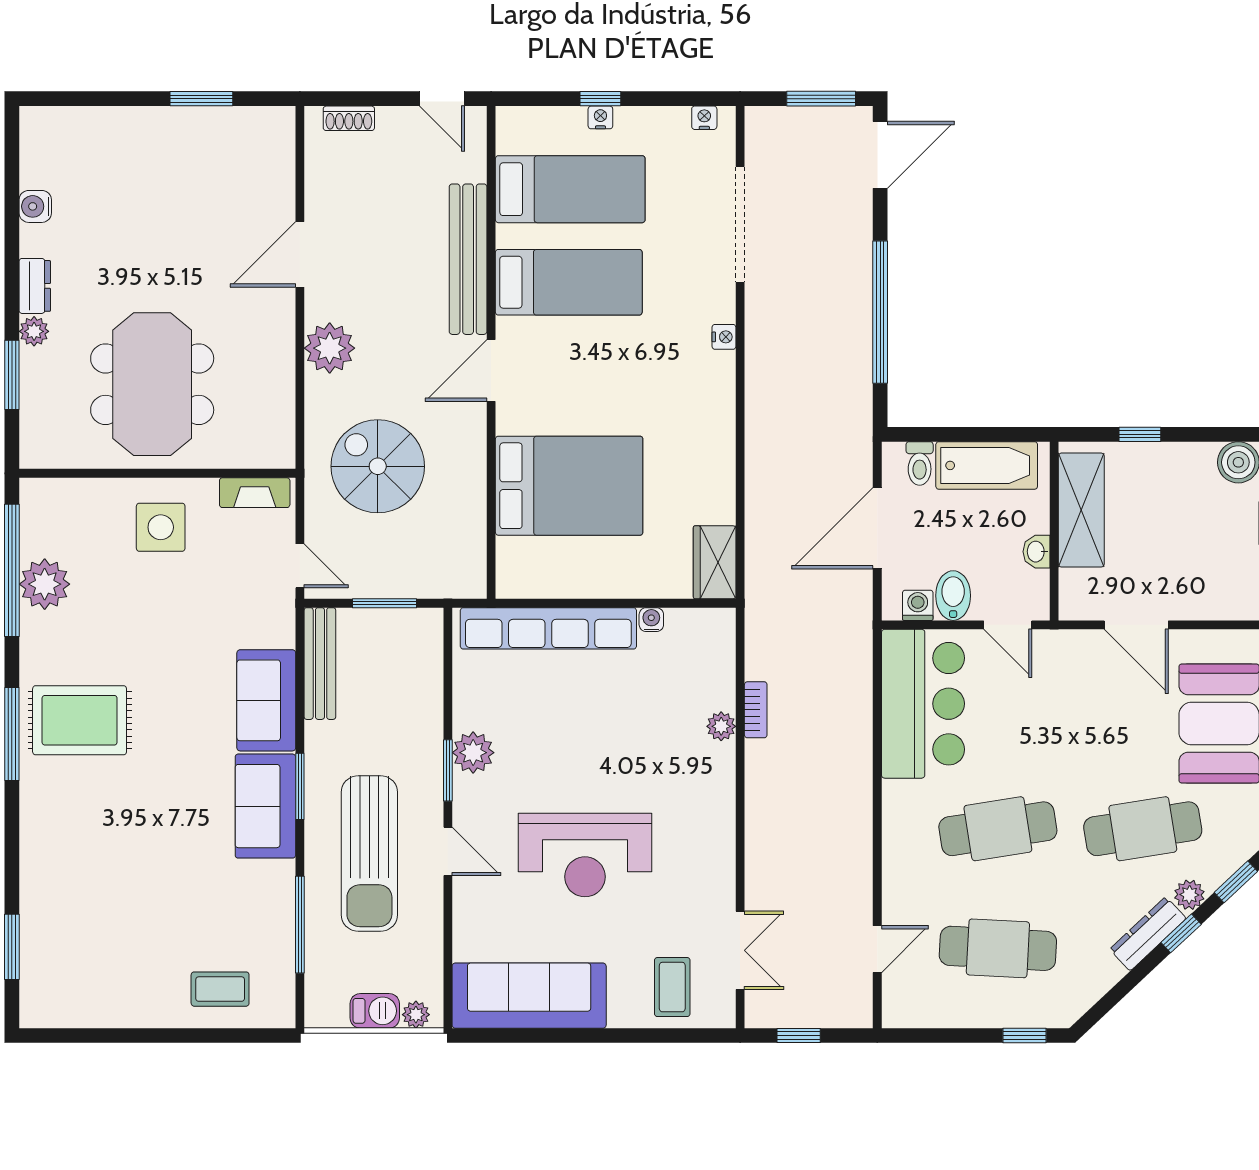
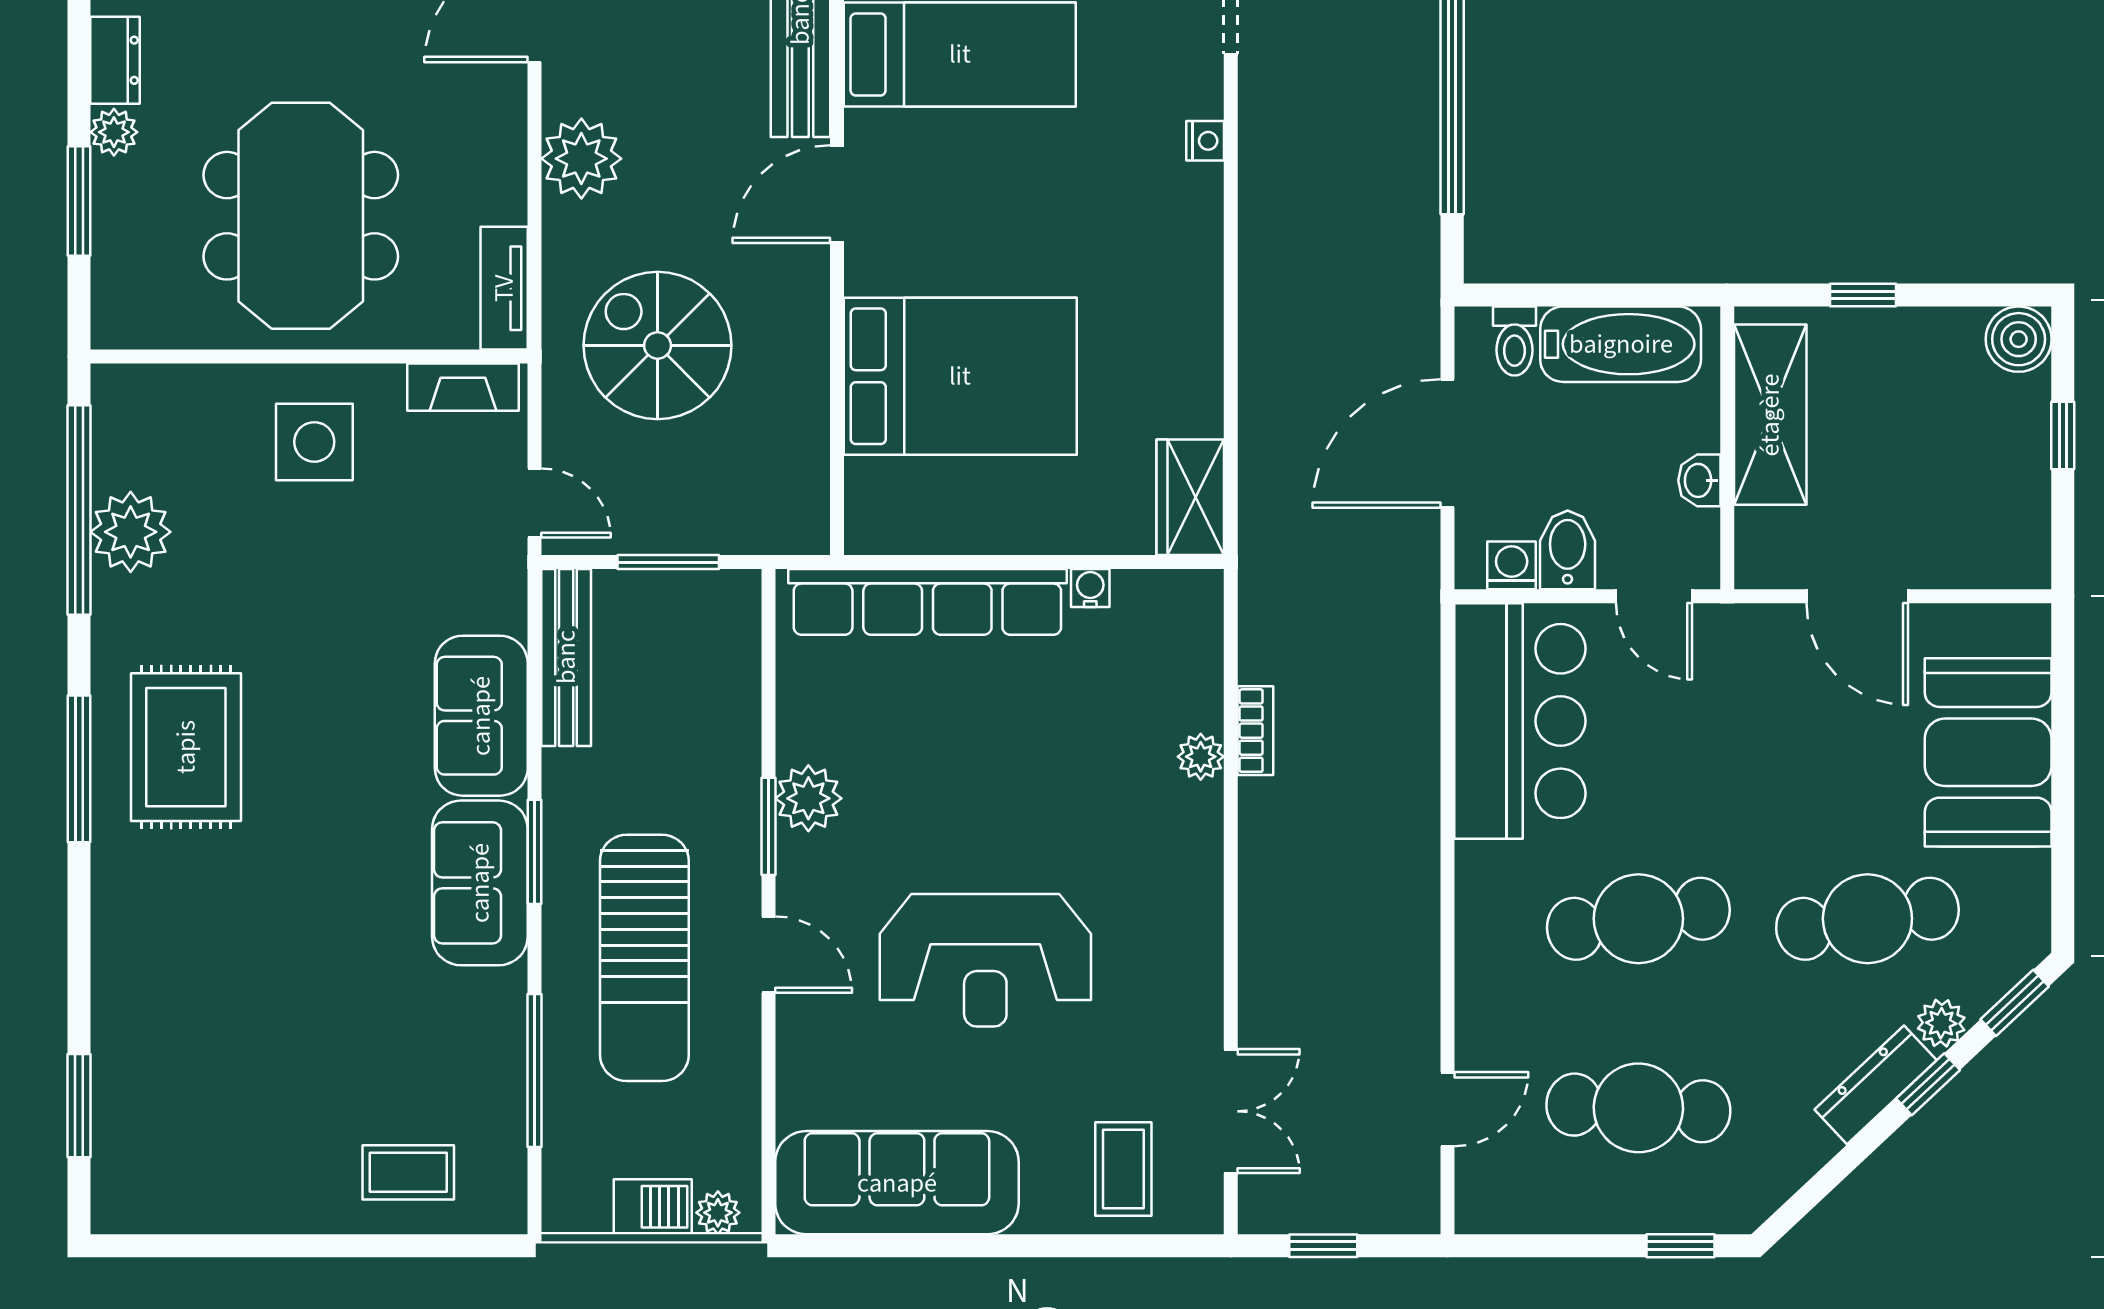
tv unit: (281, 430) -> (504, 288), added
rug: (80, 720) -> (186, 747), turned 90

